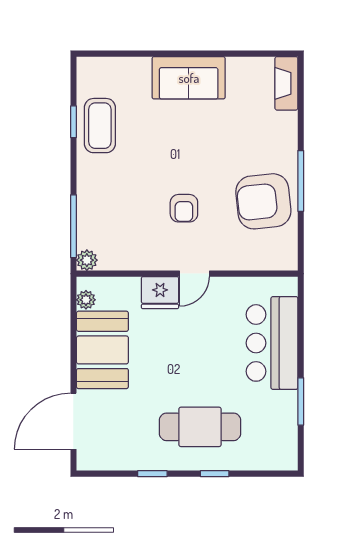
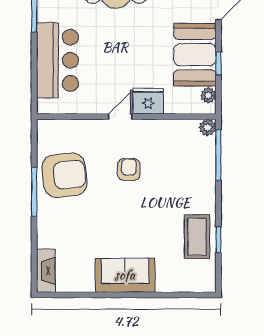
window: (73, 339) -> (218, 64), added

